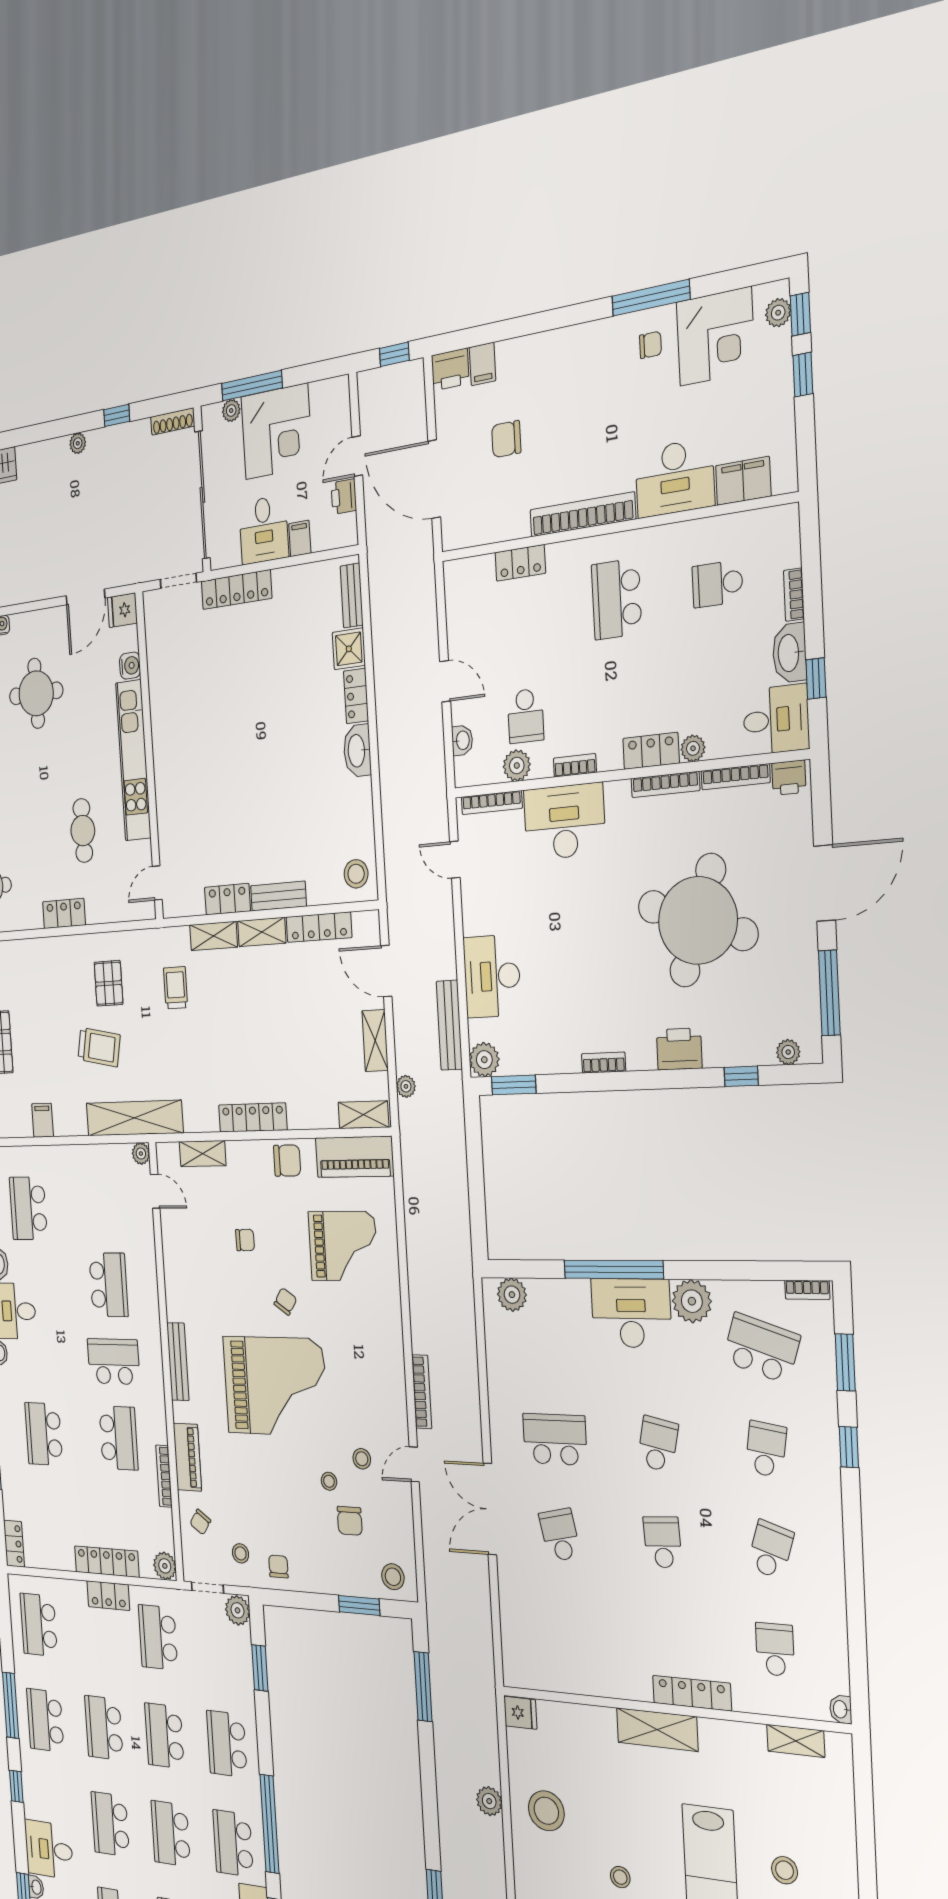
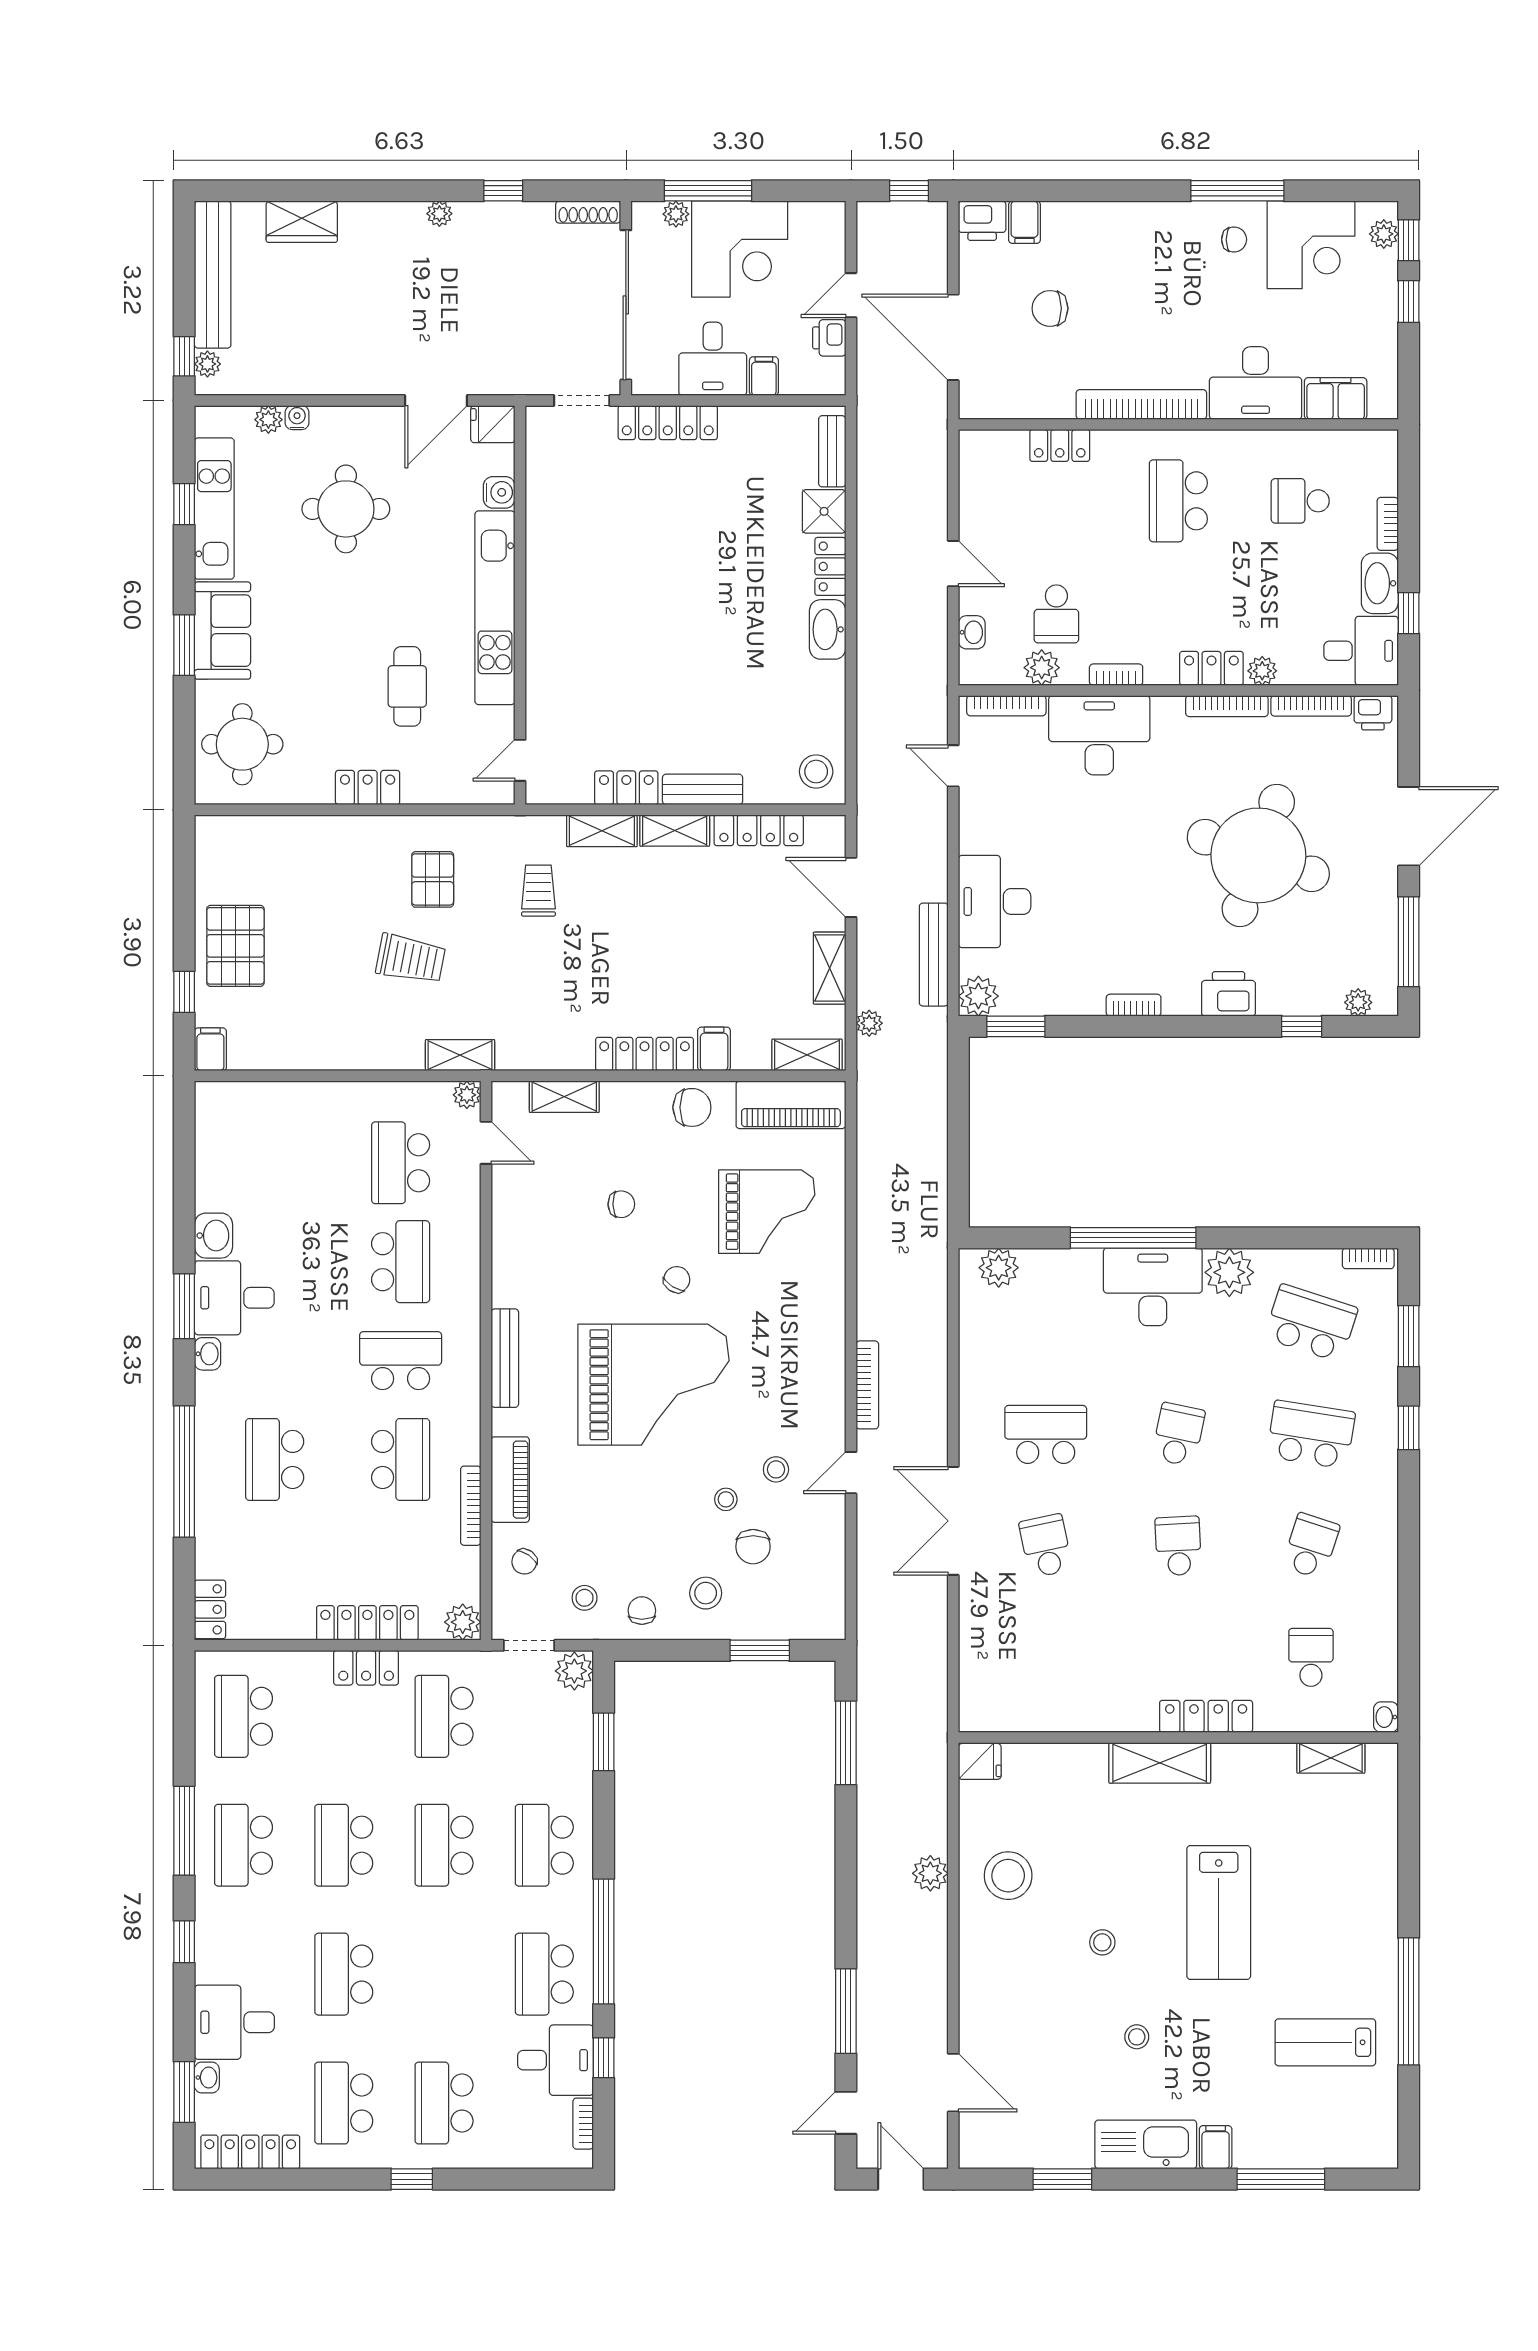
shelving: (134, 1118) -> (460, 1055), width x0.45, depth x0.75
filing cabinet: (43, 1120) -> (714, 1049), moved
school desk: (28, 1208) -> (401, 1163), moved
school desk: (766, 1449) -> (1311, 1434), width x1.85
stool: (393, 1577) -> (706, 1593), moved
school desk: (171, 1834) -> (444, 1974), removed
stool: (785, 1870) -> (1310, 1906), removed

